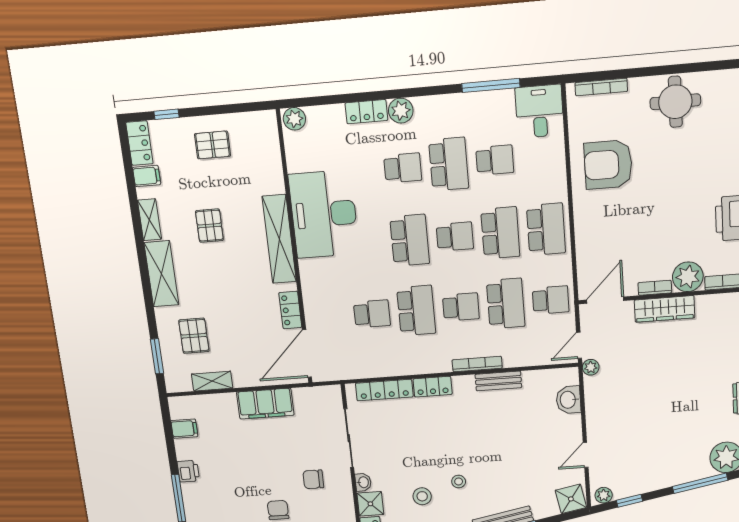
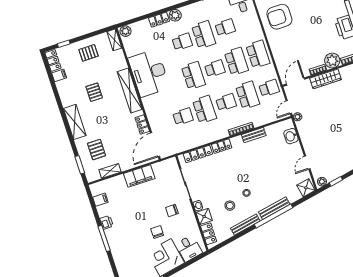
shelving: (149, 220) -> (114, 40), moved

